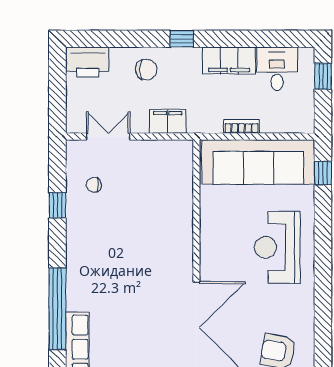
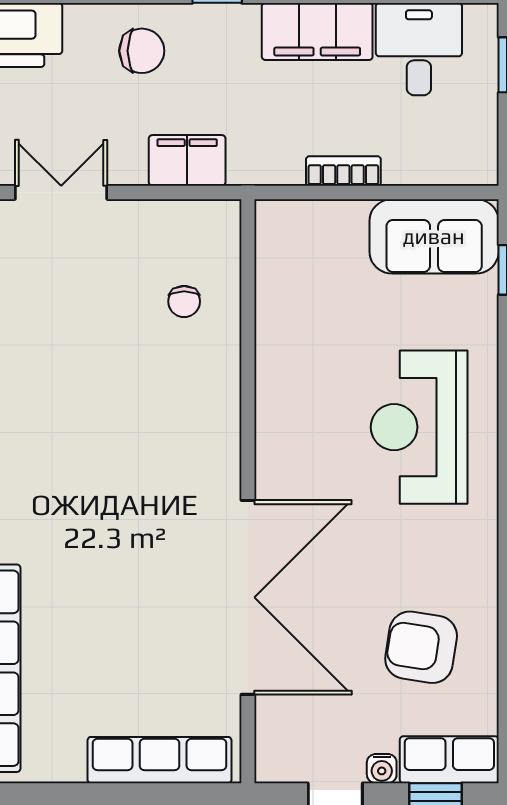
sofa: (258, 162) -> (434, 236), width x0.54, depth x0.79
chair: (94, 185) -> (184, 301), moved, turned -90

